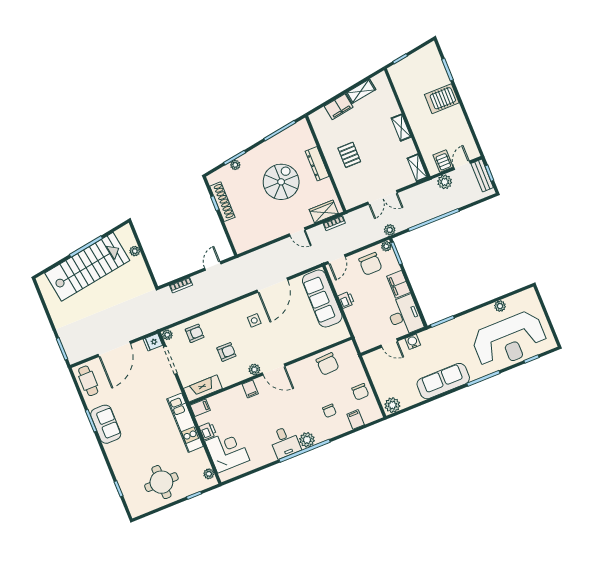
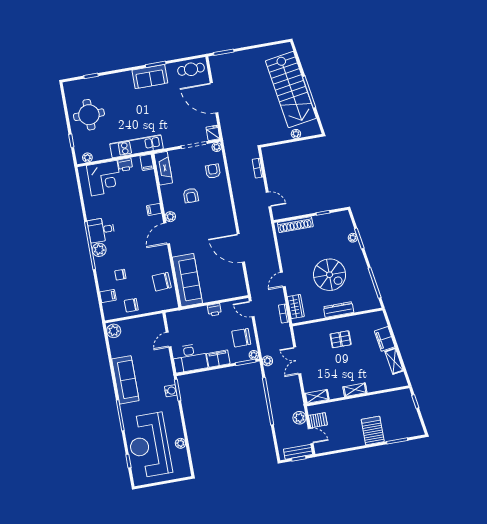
shoe rack: (222, 202) -> (295, 225), moved
sofa: (322, 299) -> (187, 280), moved, turned 90
side table: (254, 320) -> (213, 226), removed
armchair: (195, 333) -> (213, 171), turned 180
water cooler: (413, 342) -> (171, 391), moved

